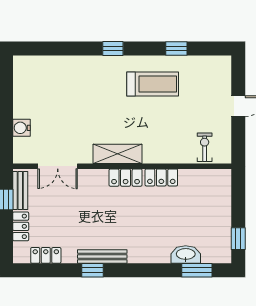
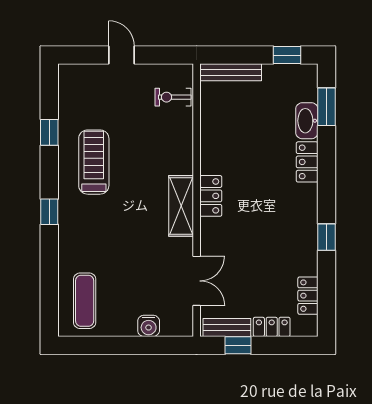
exercise mat: (42, 77) -> (85, 301), added
locker: (161, 177) -> (307, 162), moved, turned 180
bench: (102, 256) -> (231, 72), moved, turned 90

